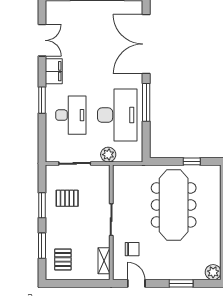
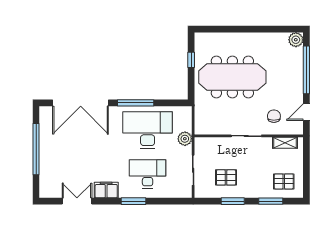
pallet: (67, 198) -> (226, 177), turned 90
window: (181, 283) -> (306, 70), width x2.11

